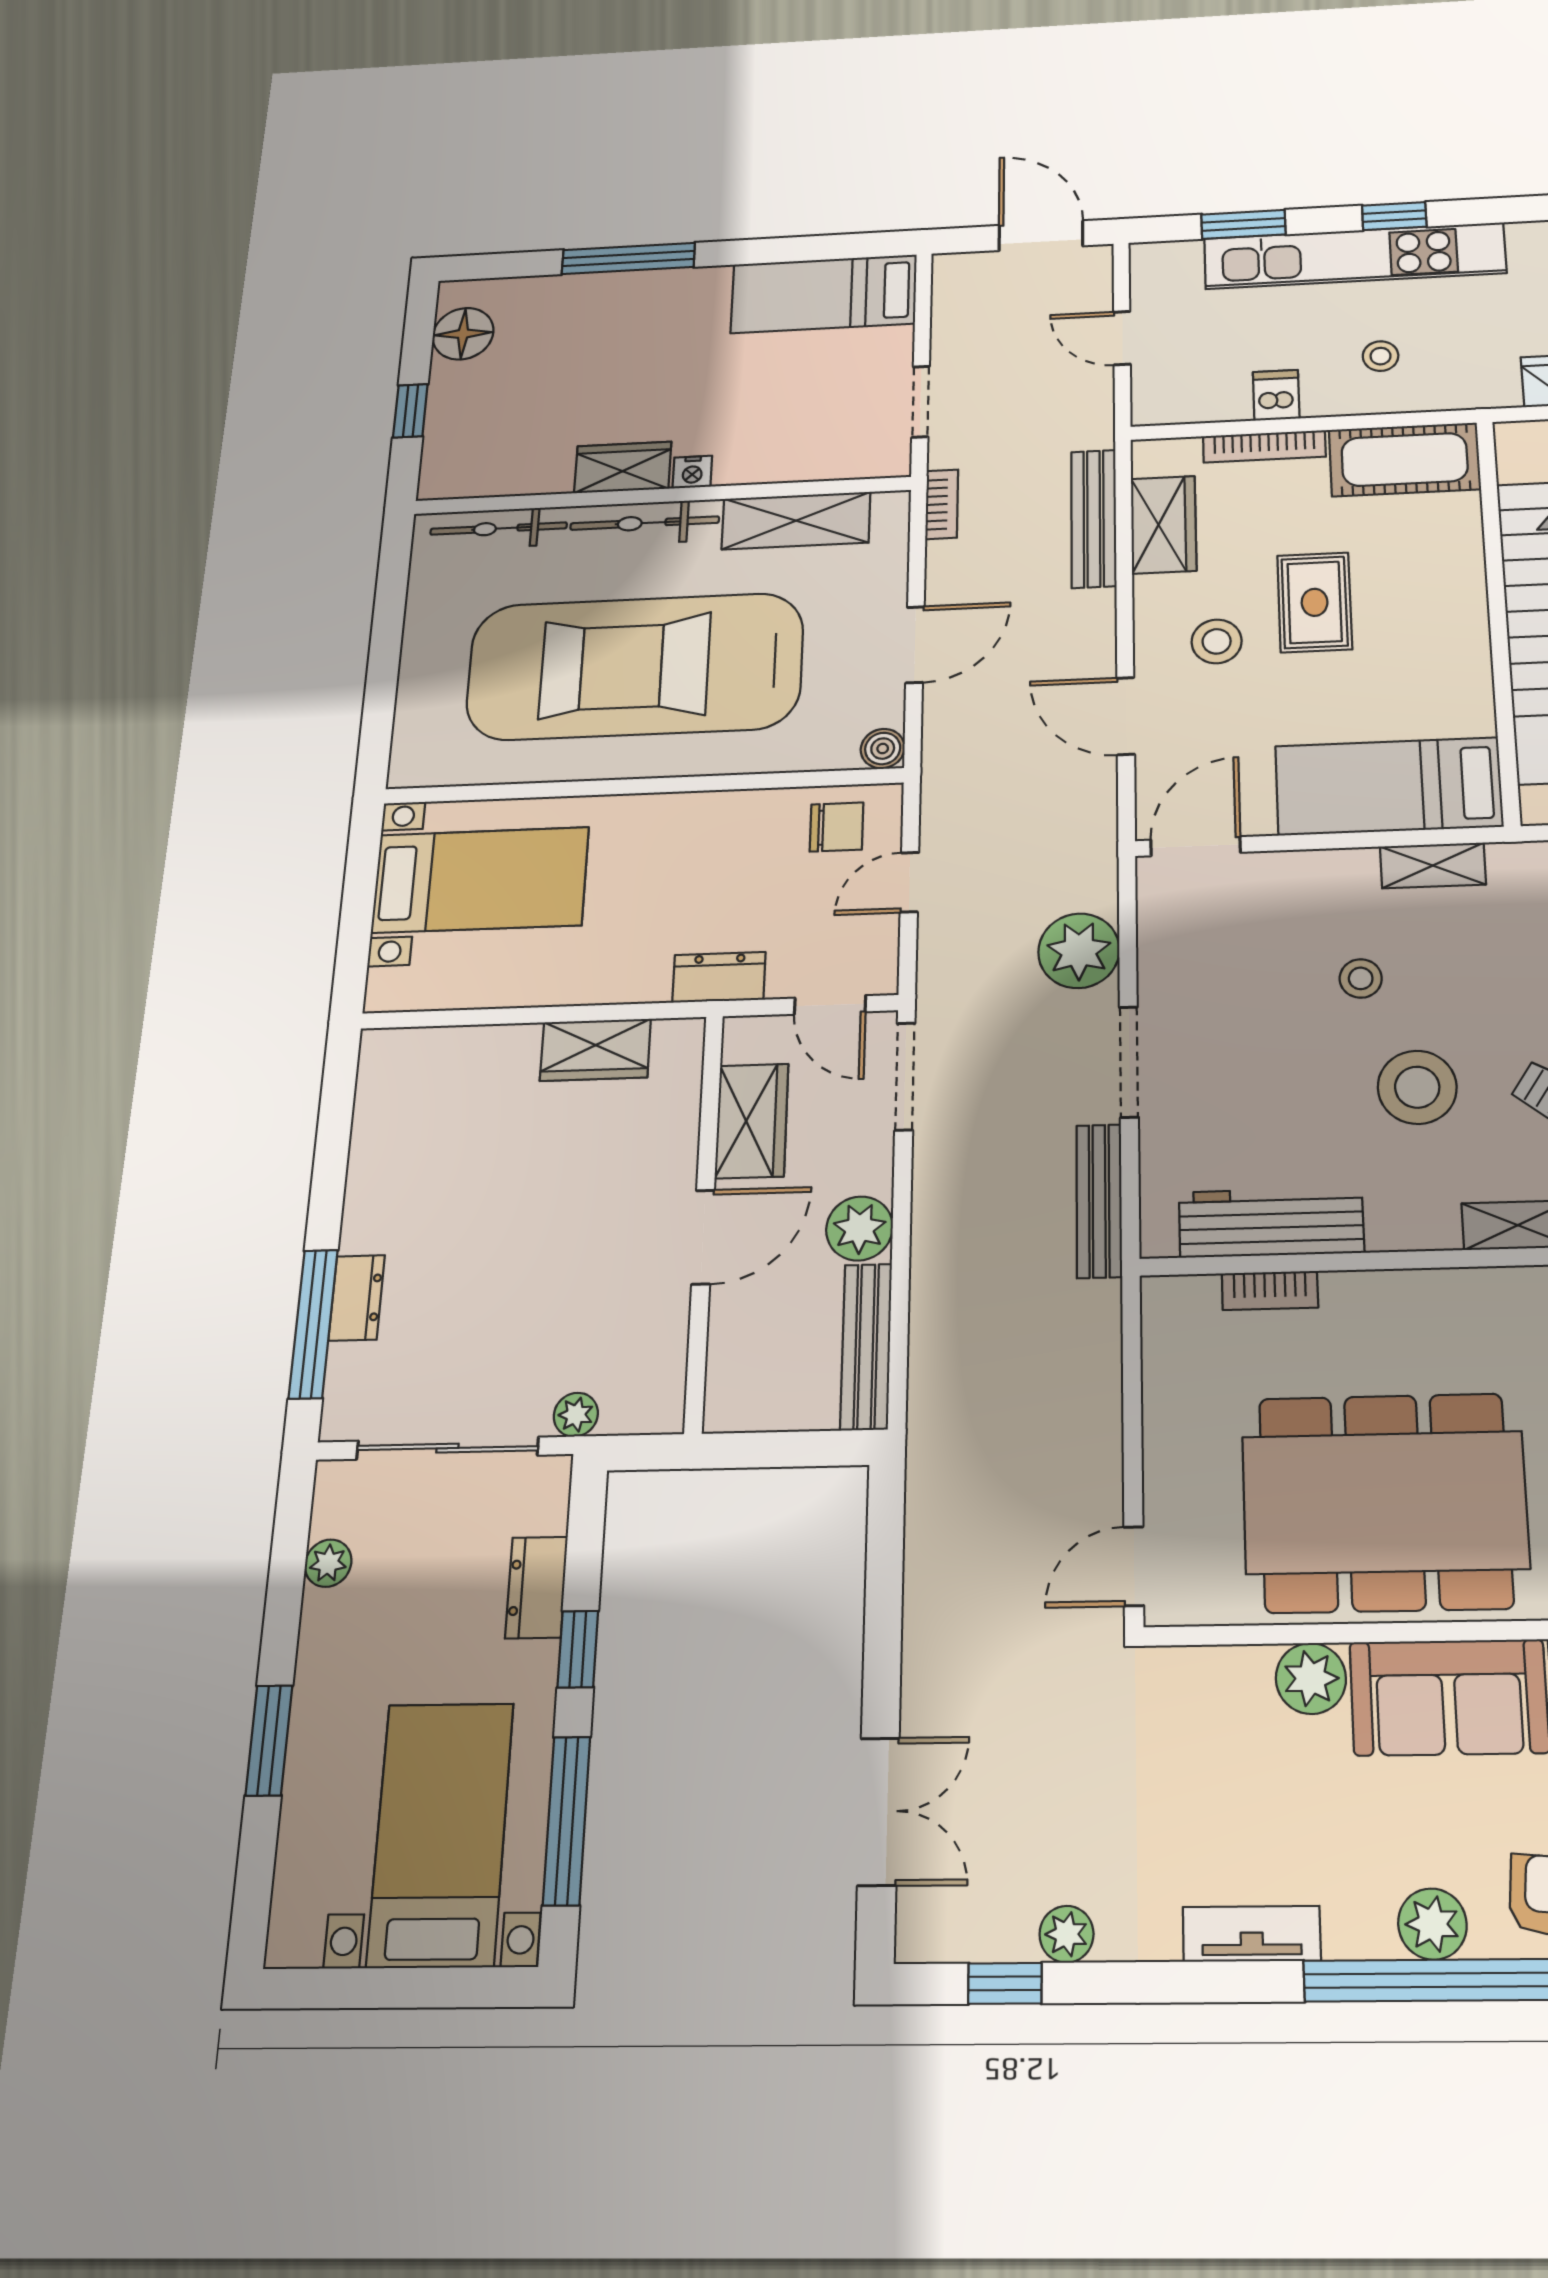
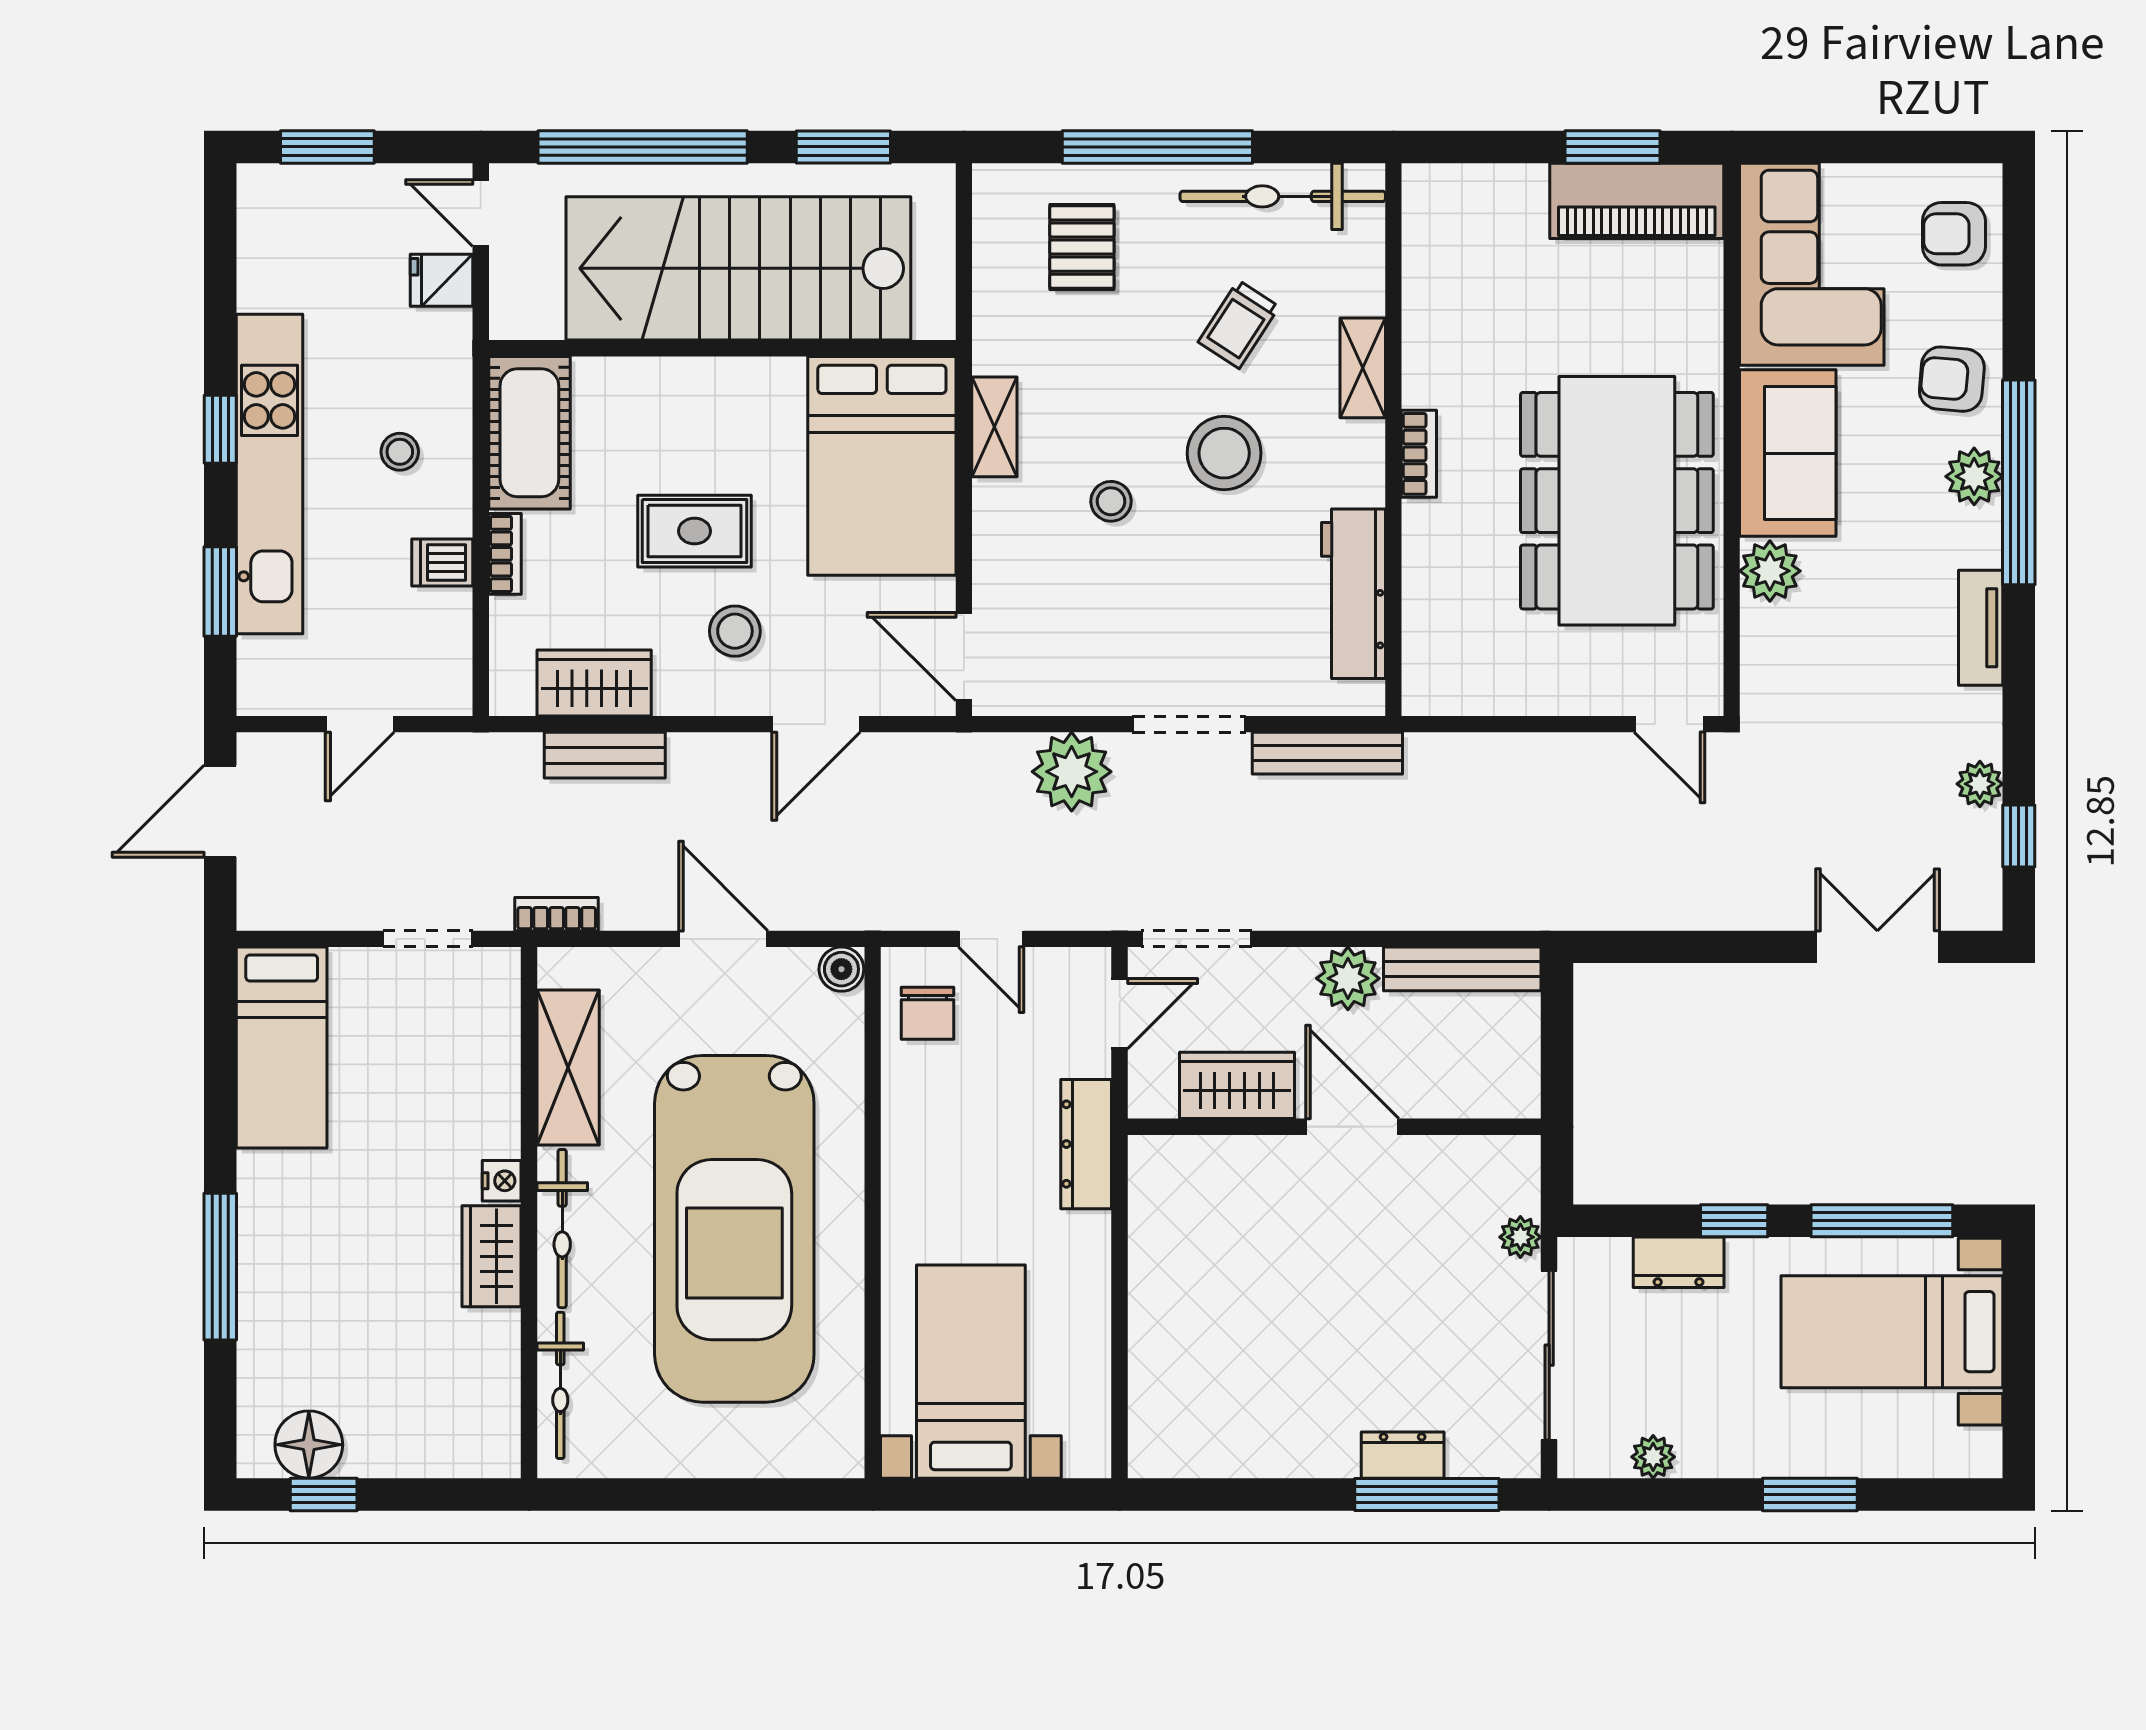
window: (410, 411) -> (324, 1494), moved
bookcase: (1264, 446) -> (505, 554), width x0.64
bench: (1094, 518) -> (605, 755), width x0.73
bed: (1388, 786) -> (882, 466), width x1.50
chair: (837, 827) -> (927, 1013), turned 180
dresser: (719, 977) -> (1086, 1144), width x1.44
wardrobe: (595, 1050) -> (1158, 1242), removed
bookcase: (1270, 1290) -> (1419, 454), moved

